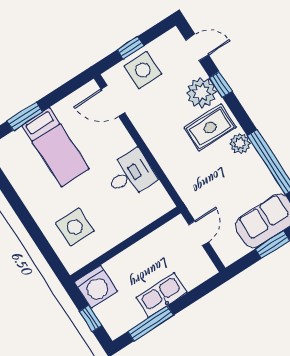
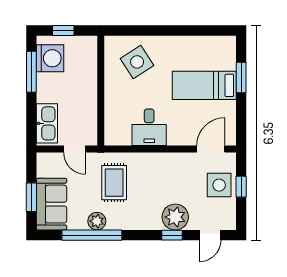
rug: (210, 128) -> (114, 183), moved
plant: (240, 143) -> (97, 221), moved
side table: (75, 227) -> (137, 62), turned -33
washing machine: (96, 287) -> (50, 58), moved, turned 180
kitchen sink: (162, 295) -> (47, 123), moved

